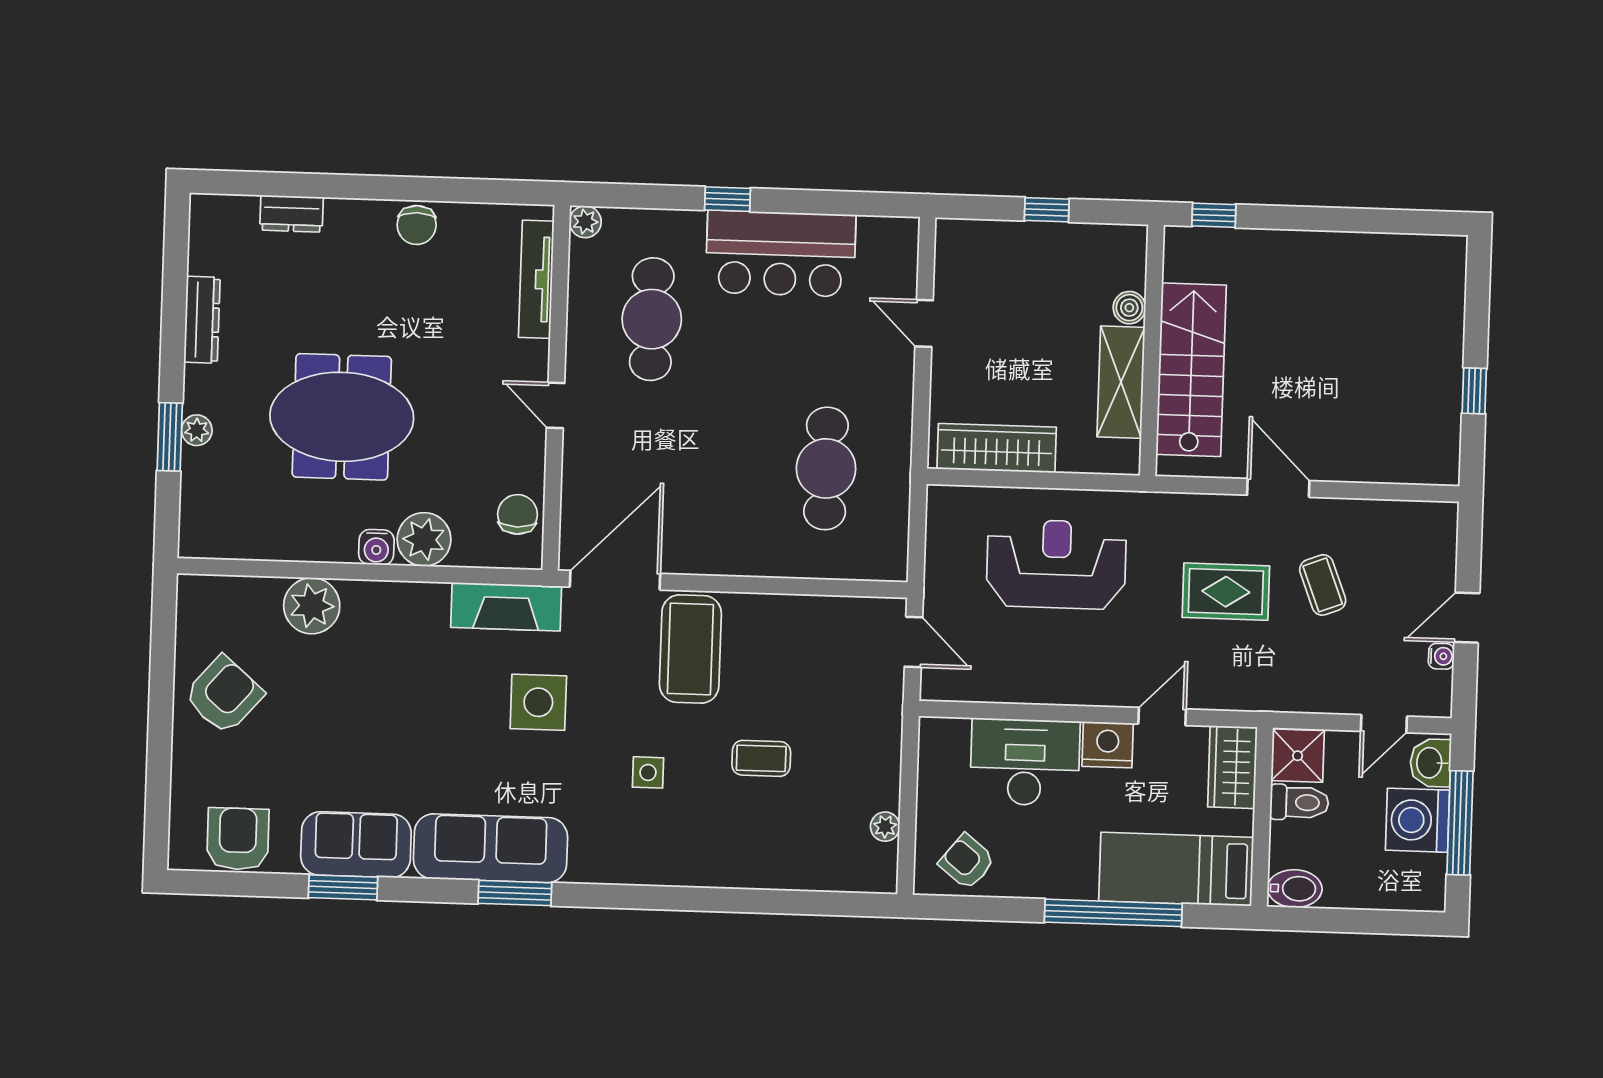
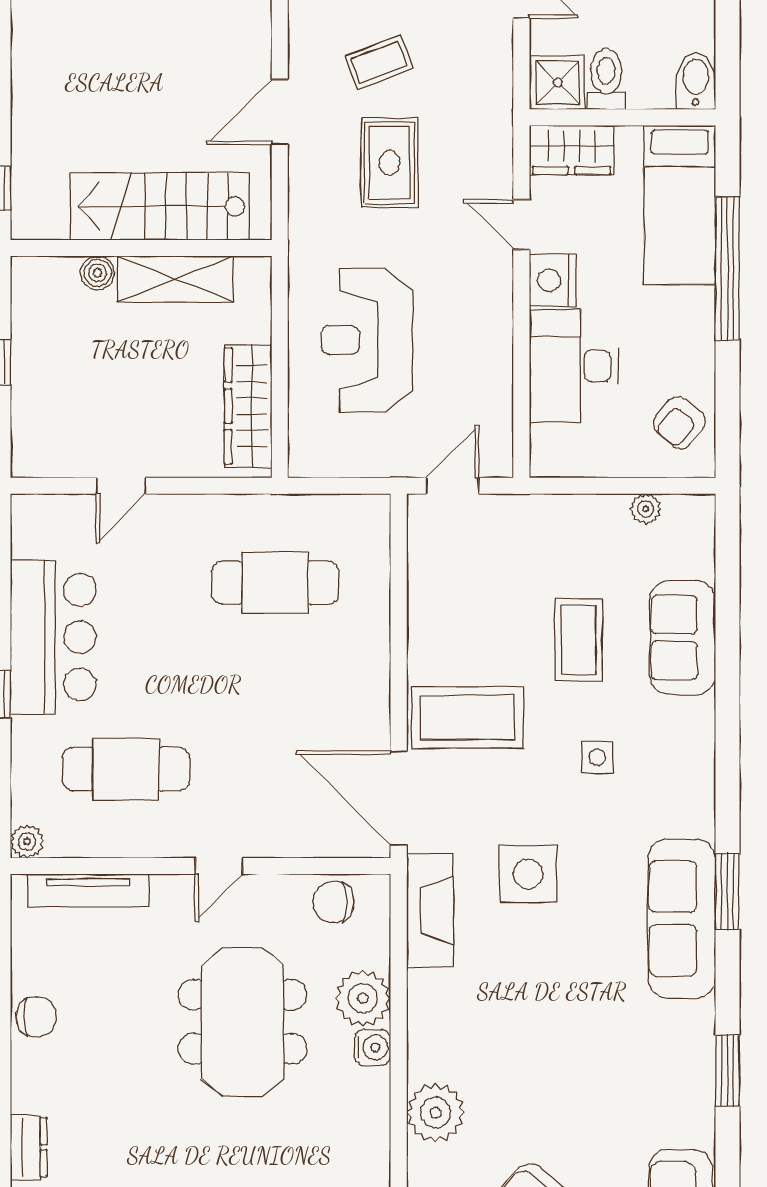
meeting table: (342, 417) -> (242, 1022), moved
coffee table: (761, 758) -> (579, 640), width x1.36, depth x1.30
sofa: (356, 845) -> (683, 637), moved

